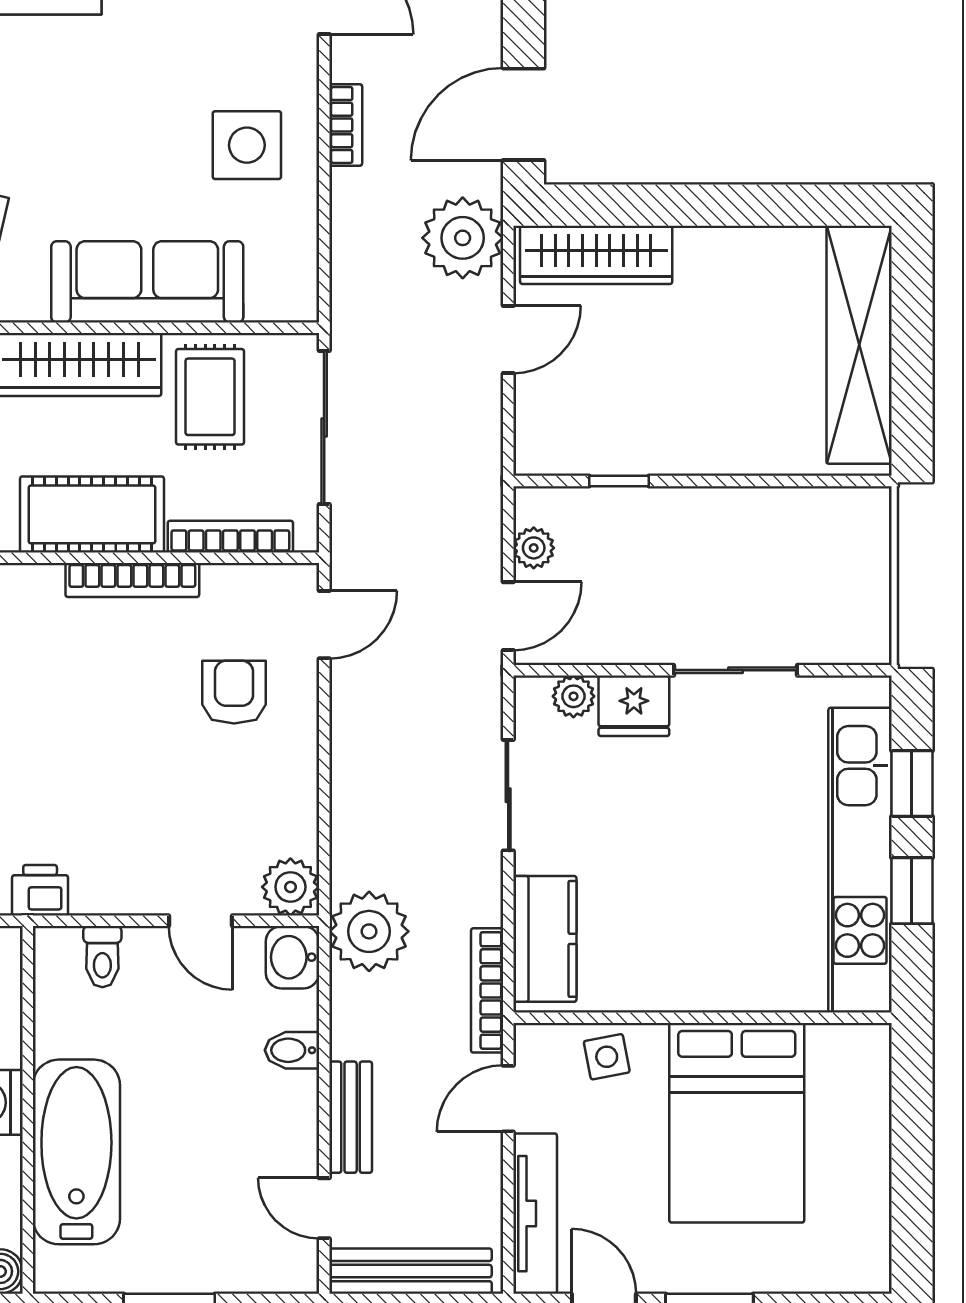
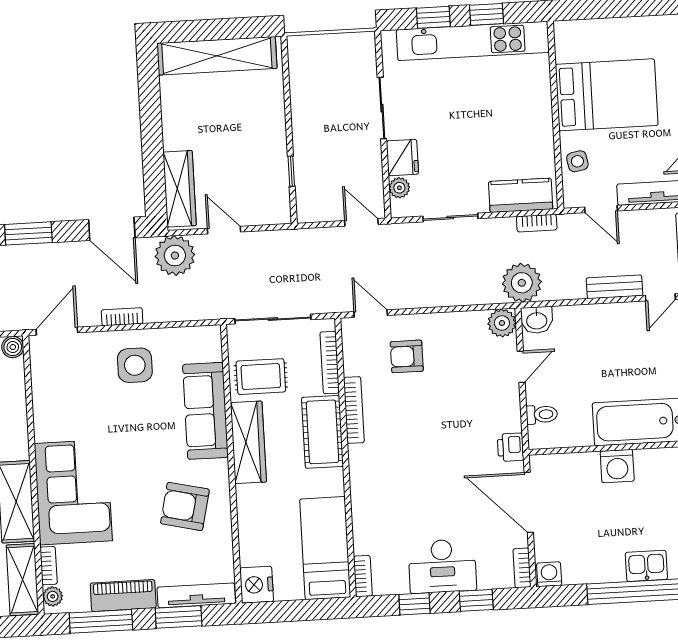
plant: (534, 548) -> (327, 212), removed
bookcase: (487, 990) -> (537, 223), width x0.64
bidet: (292, 1050) -> (583, 318), removed

